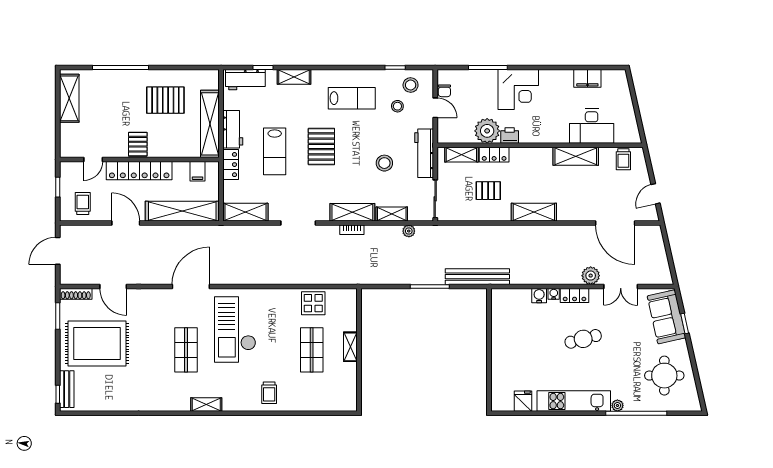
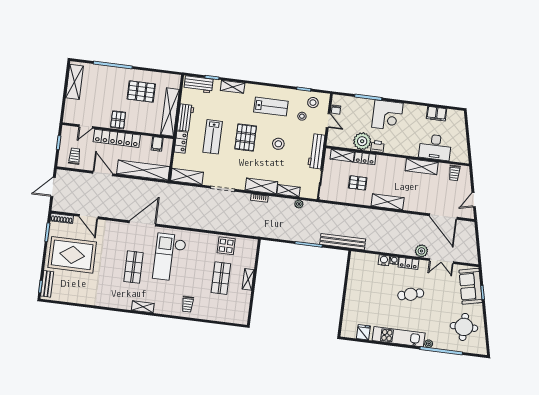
stool: (384, 163) -> (278, 144), moved

